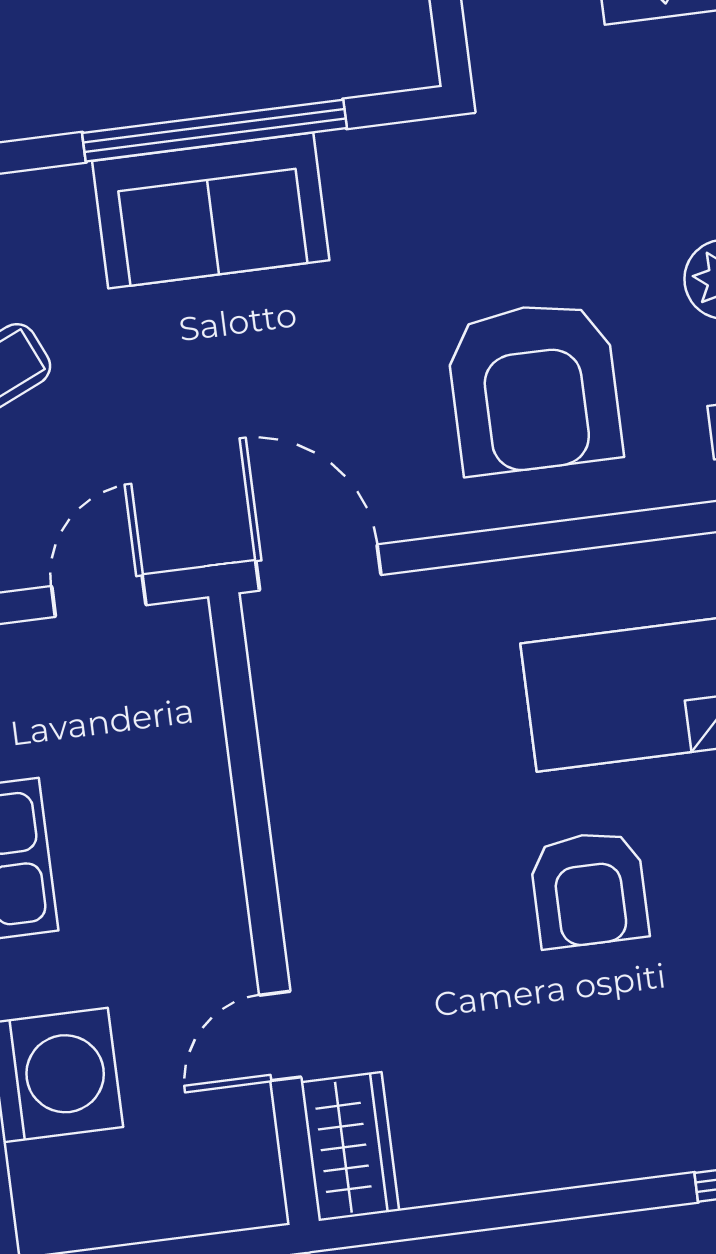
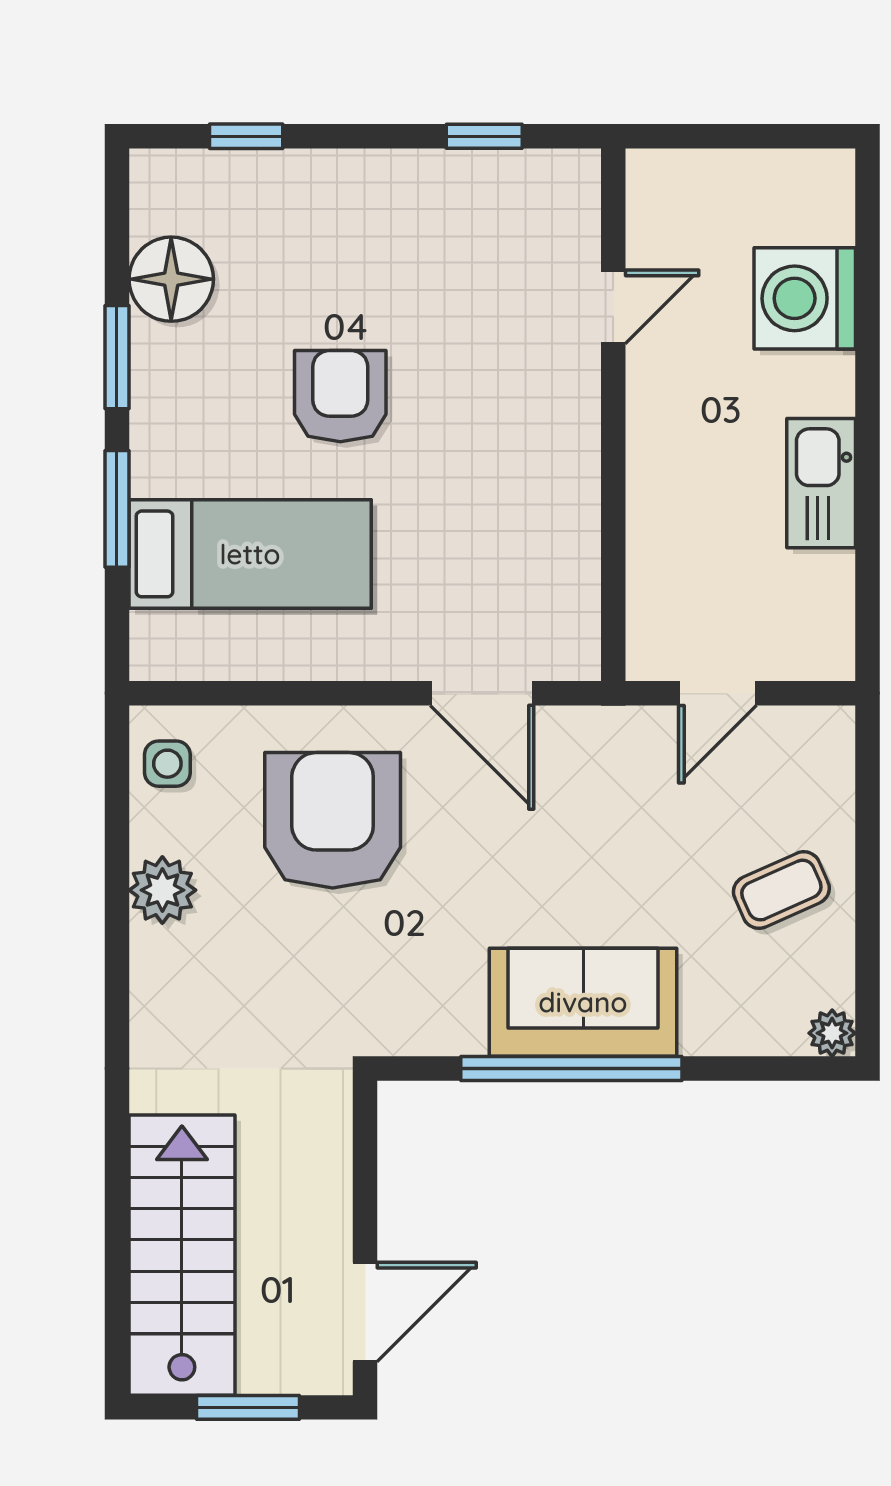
door: (318, 568) -> (482, 693), moved
wardrobe: (350, 1146) -> (567, 207), removed
window: (458, 1218) -> (484, 136), added

